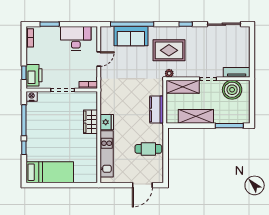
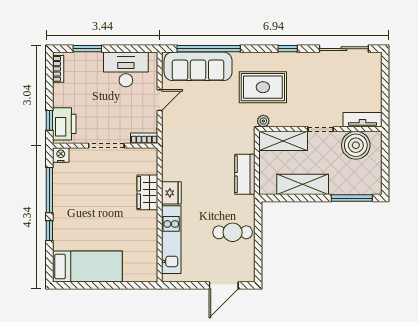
sofa: (131, 36) -> (198, 66), width x1.36

